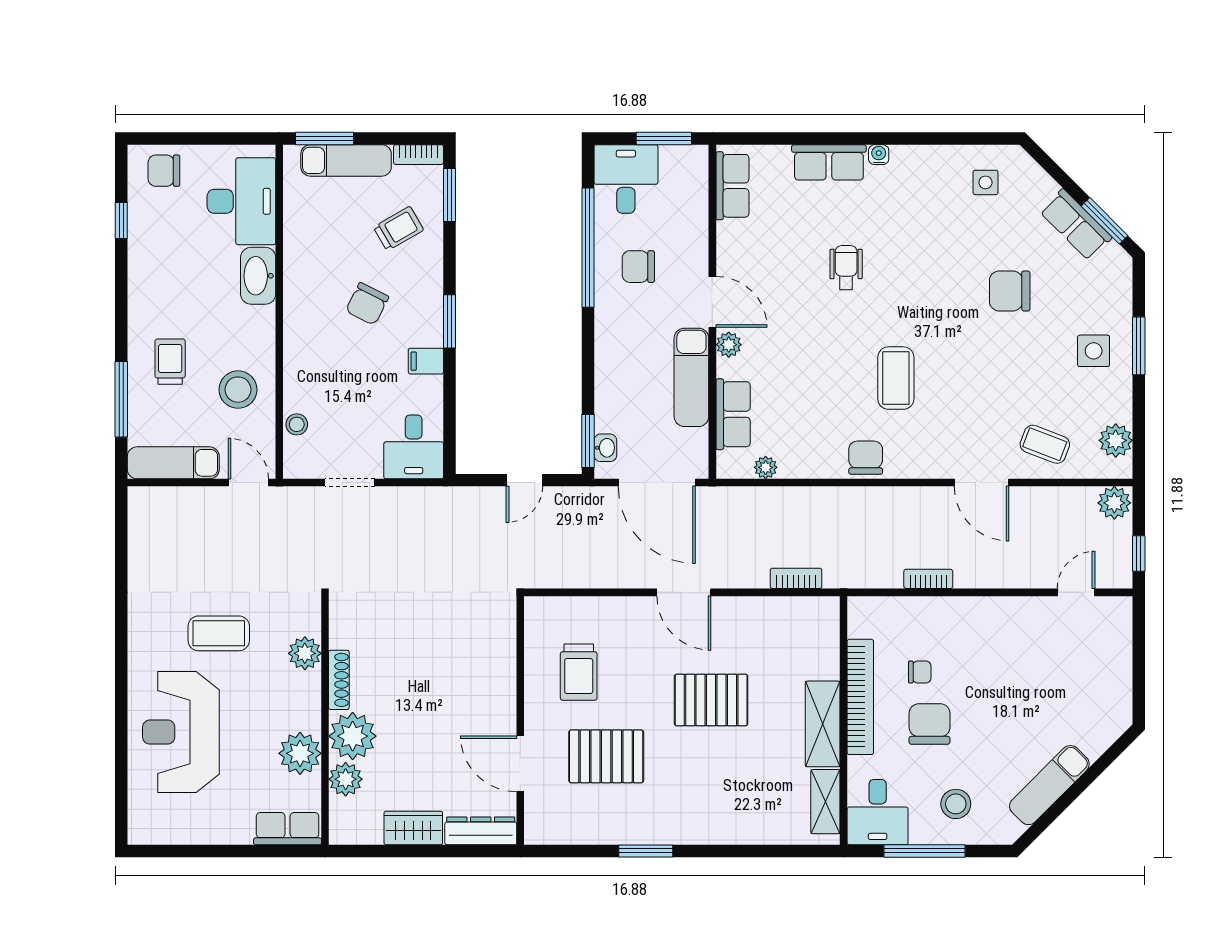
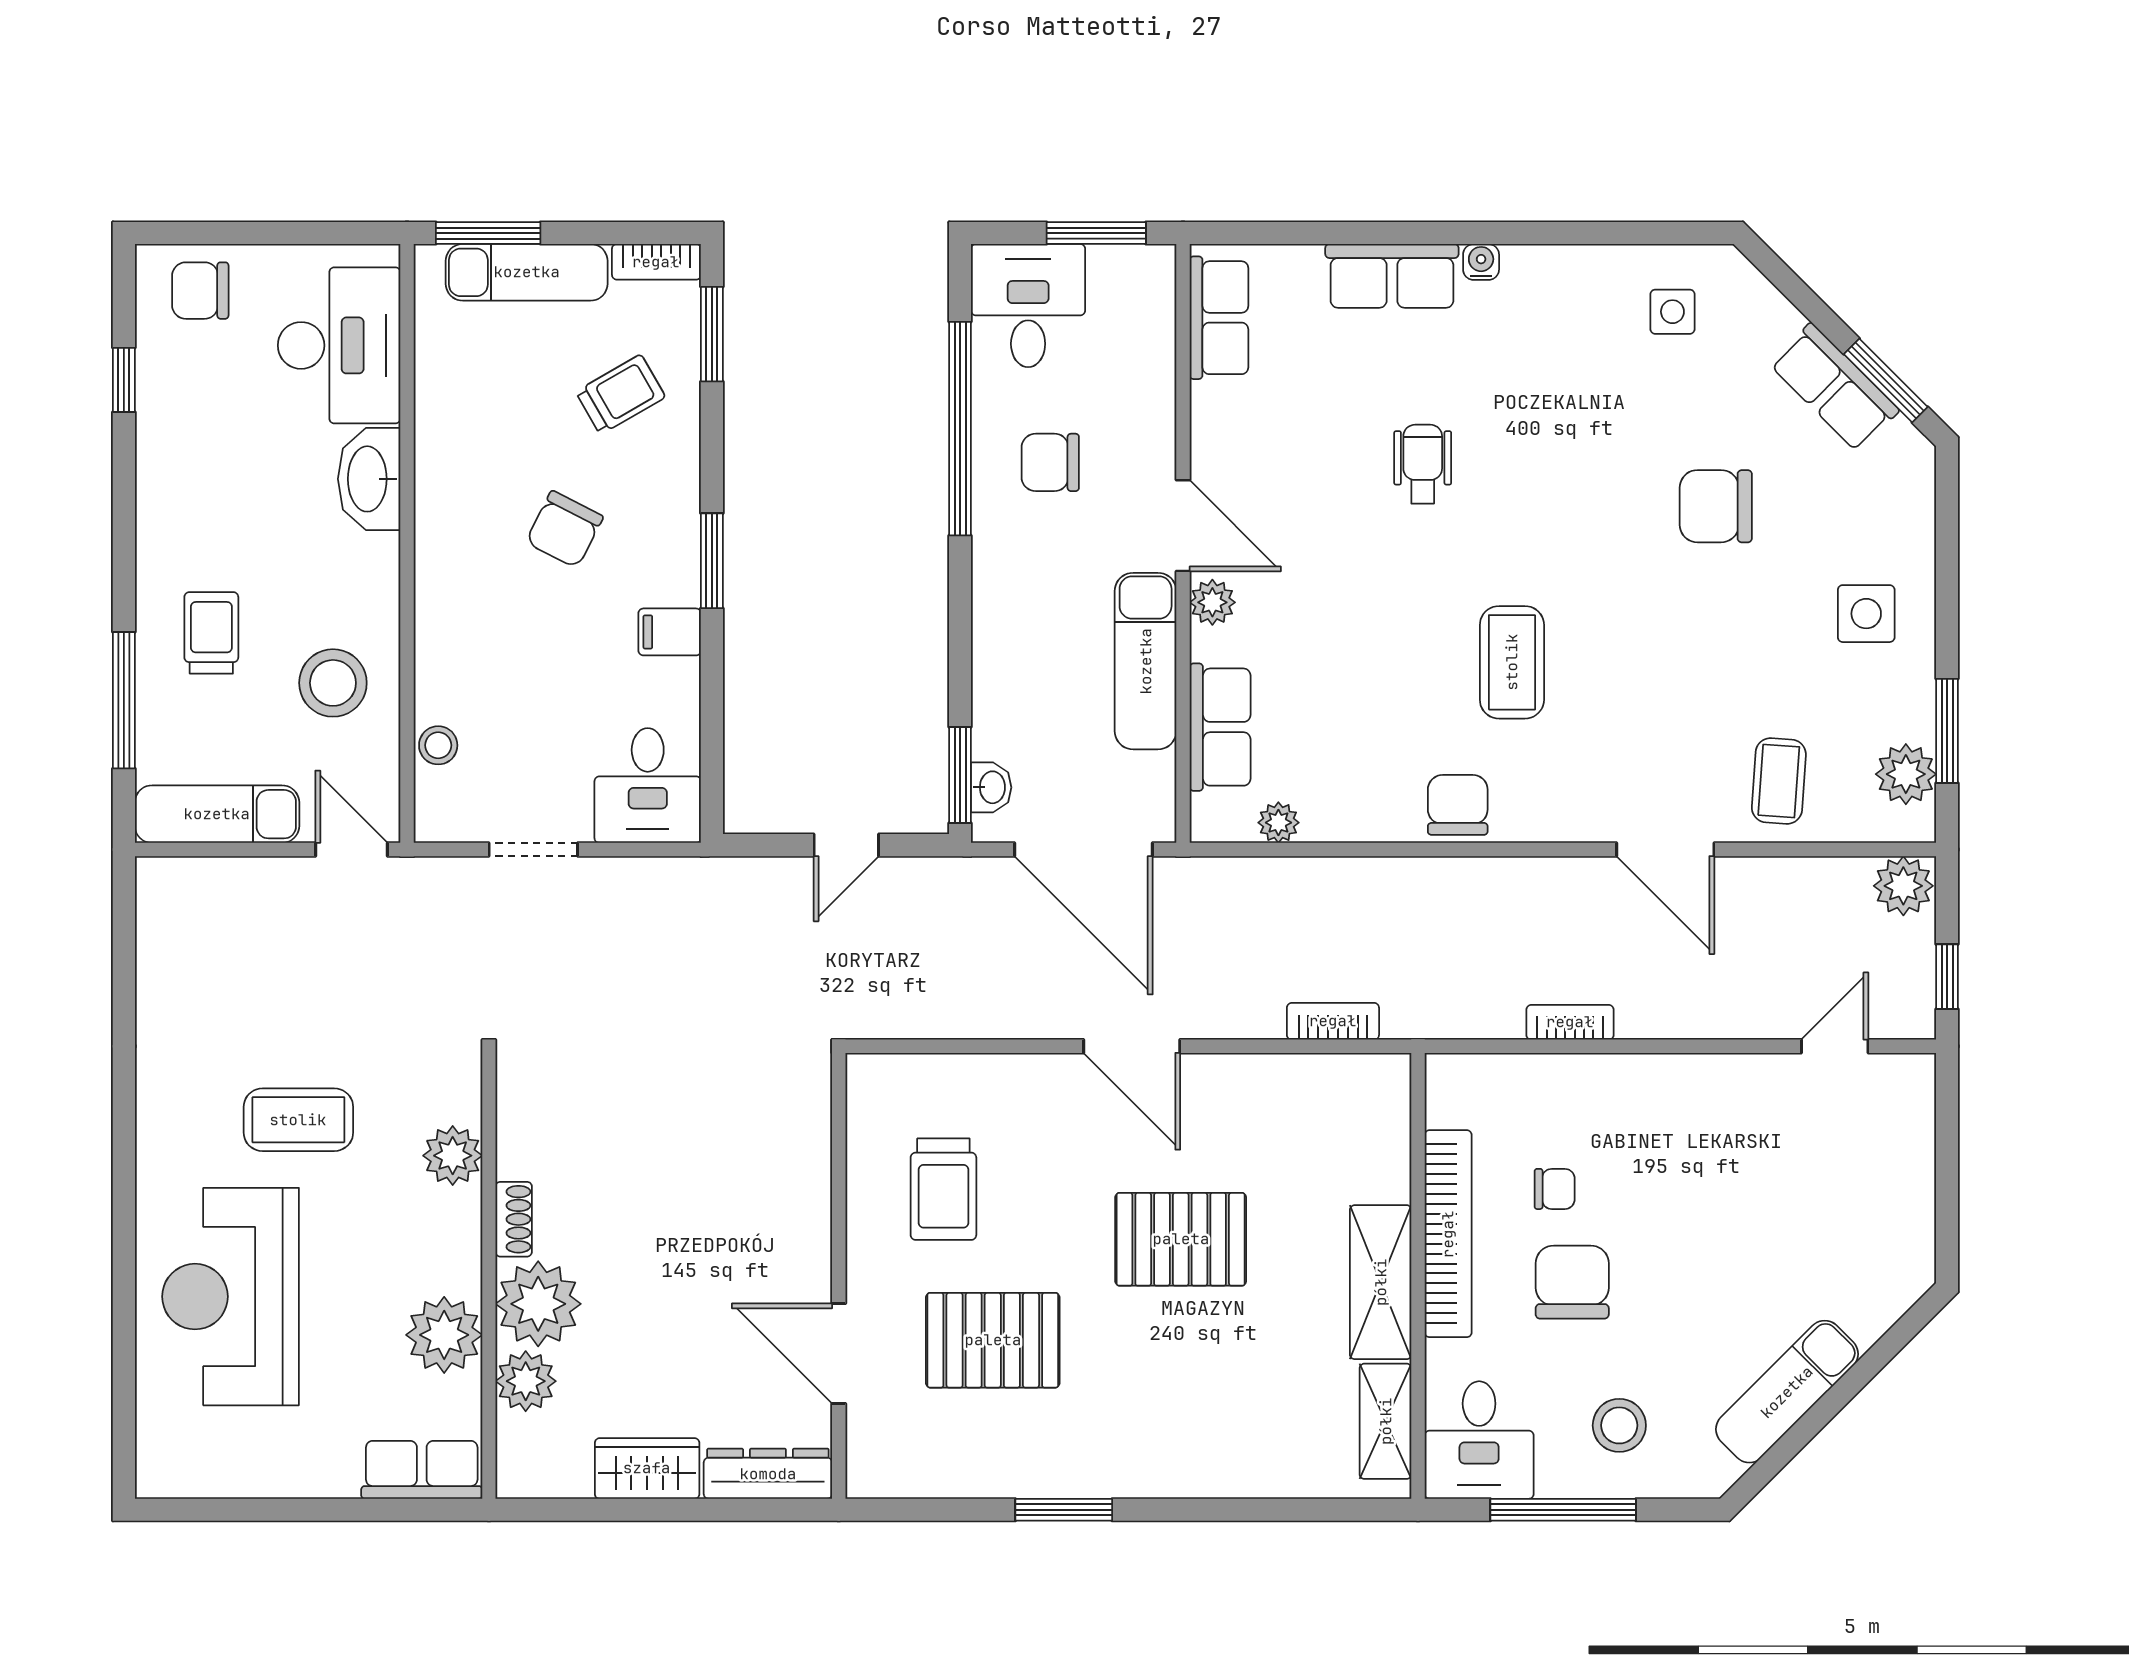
window: (1139, 346) -> (1947, 731), moved
coffee table: (1045, 444) -> (1779, 781), turned 73
shoe rack: (339, 680) -> (514, 1219), width x0.70

